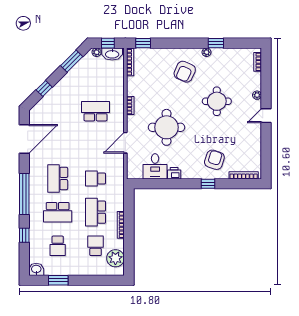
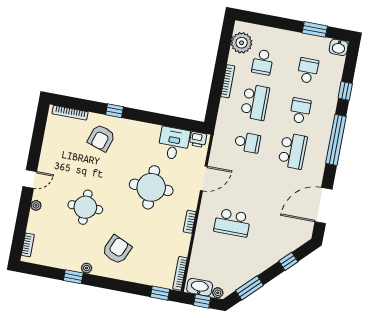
printer: (174, 173) -> (198, 139), moved
school desk: (58, 212) -> (300, 111), width x0.54

